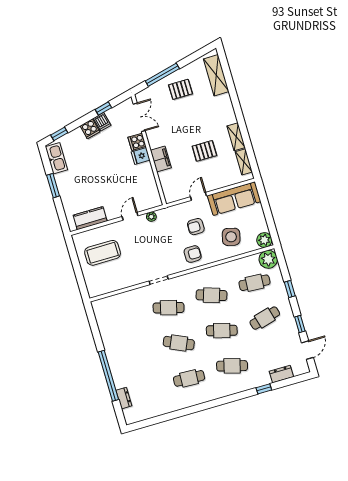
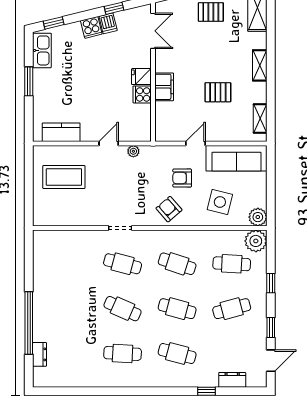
shelving: (236, 137) -> (260, 65), moved
cooker: (137, 142) -> (142, 94), moved
armchair: (193, 254) -> (169, 209), turned -131

